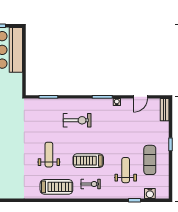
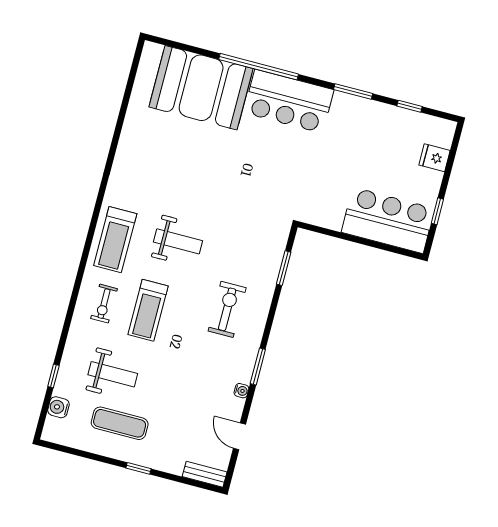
exercise bike: (77, 120) -> (227, 309), turned 180
treadmill: (88, 161) -> (148, 310), turned 180

